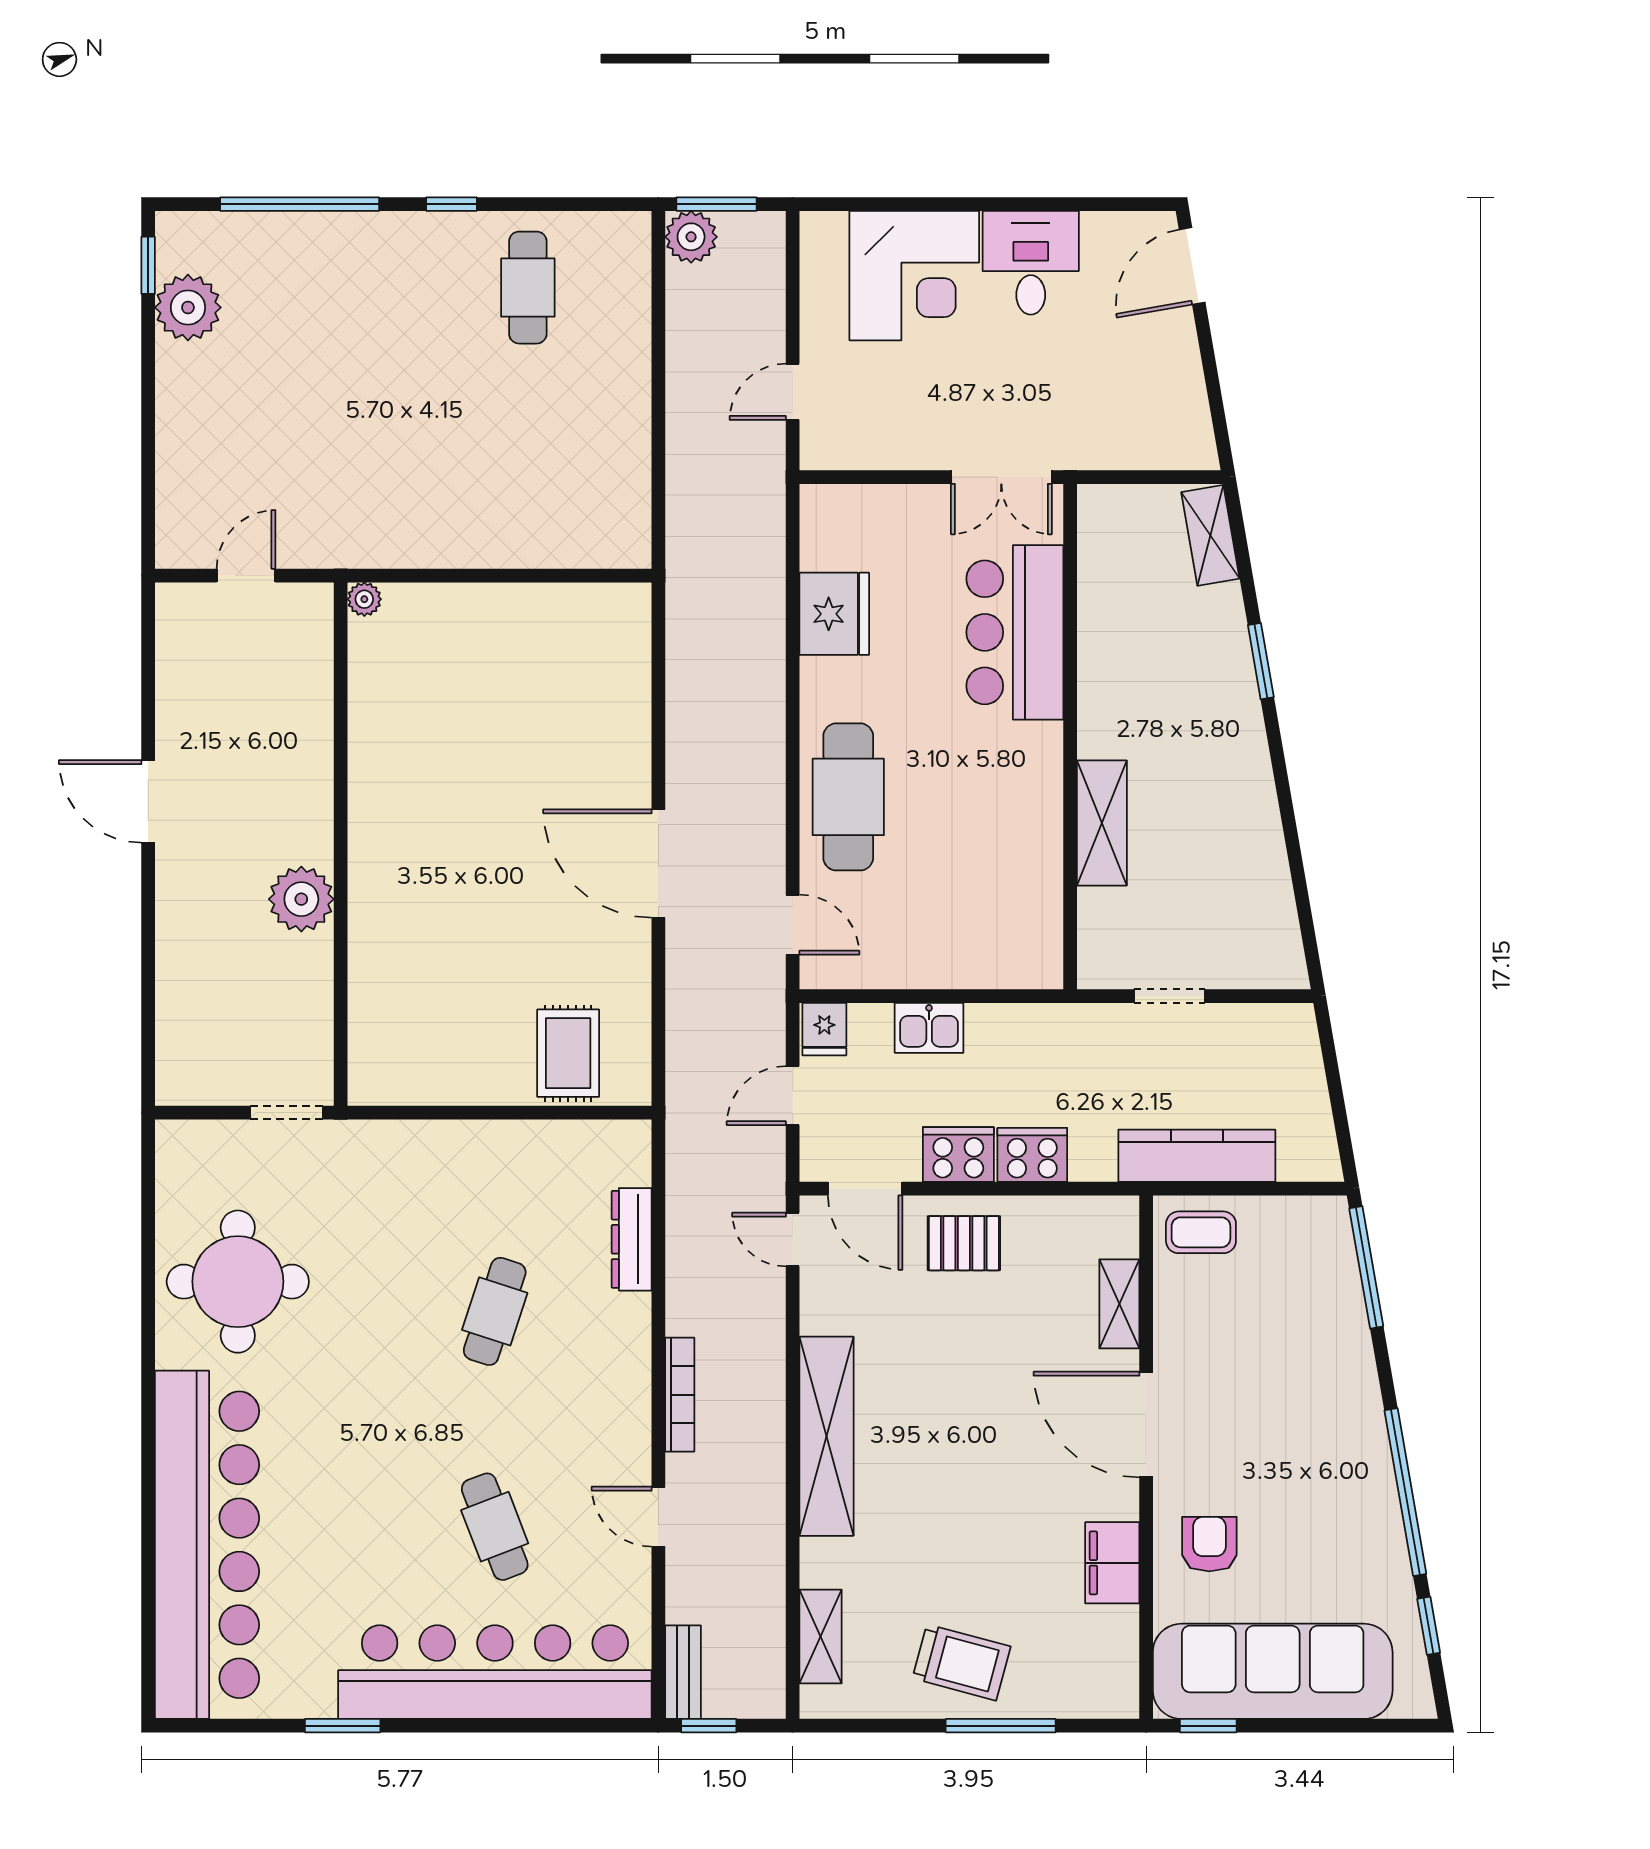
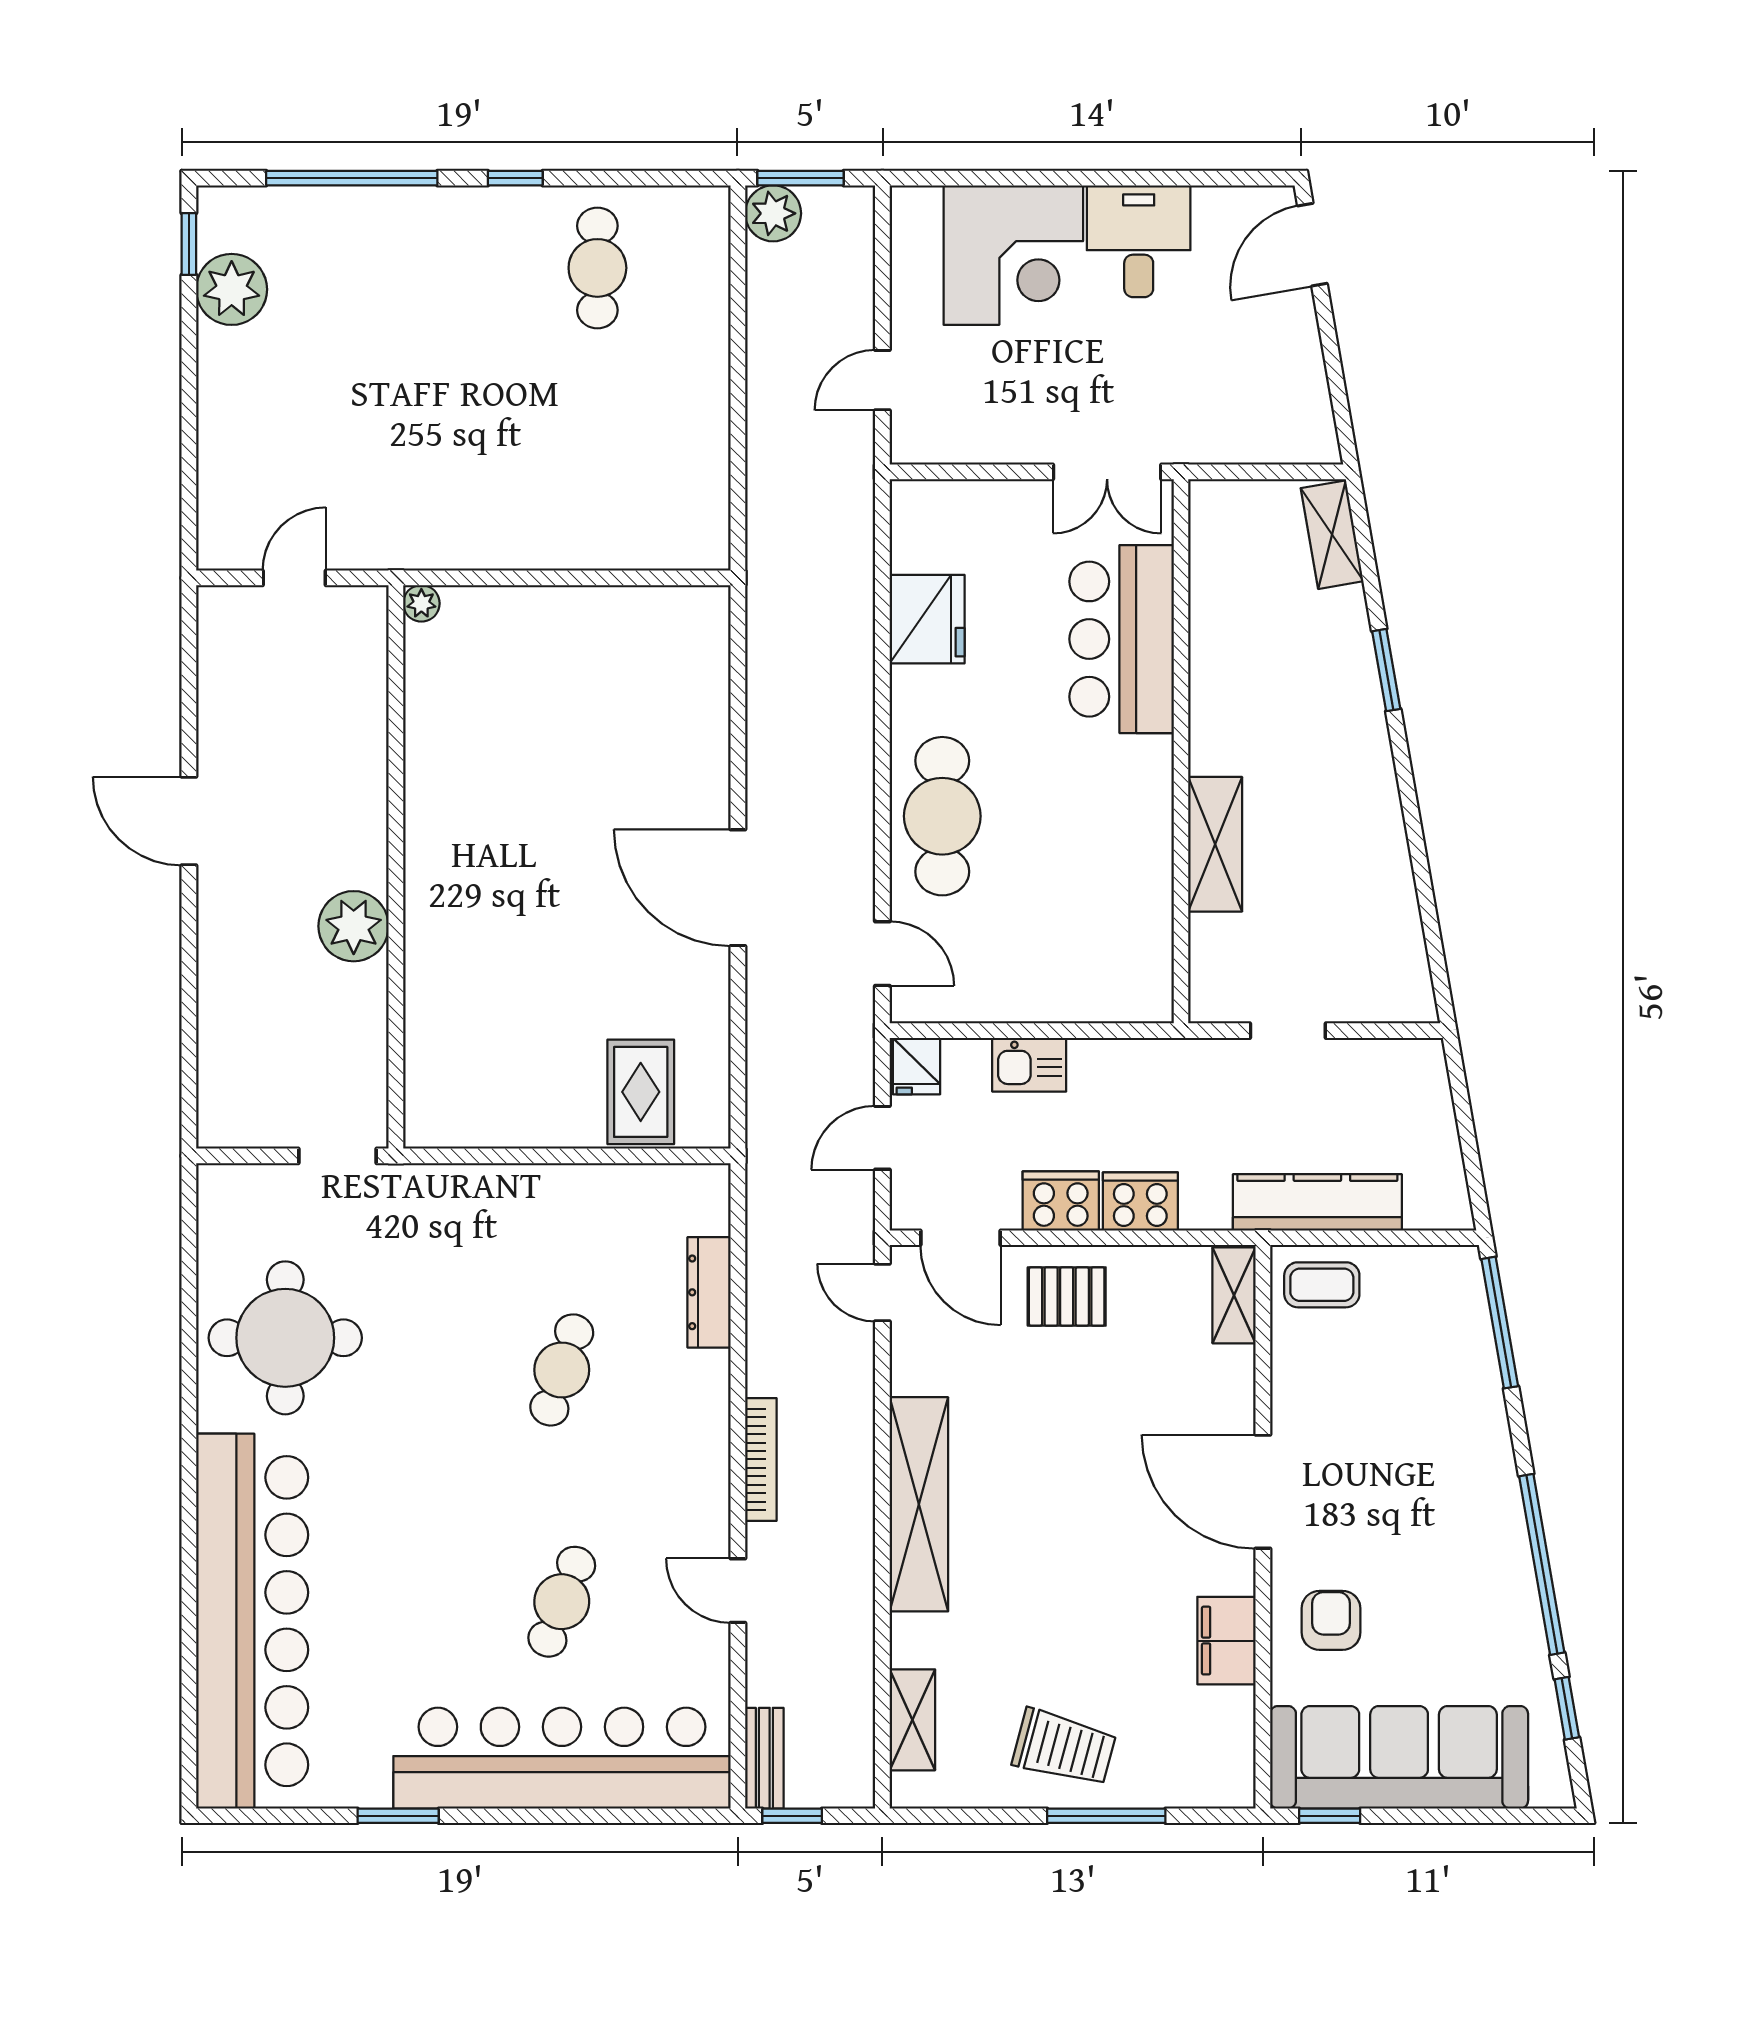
shelving: (1119, 1304) -> (1234, 1295), moved
cafe table: (495, 1527) -> (562, 1602), turned 42

